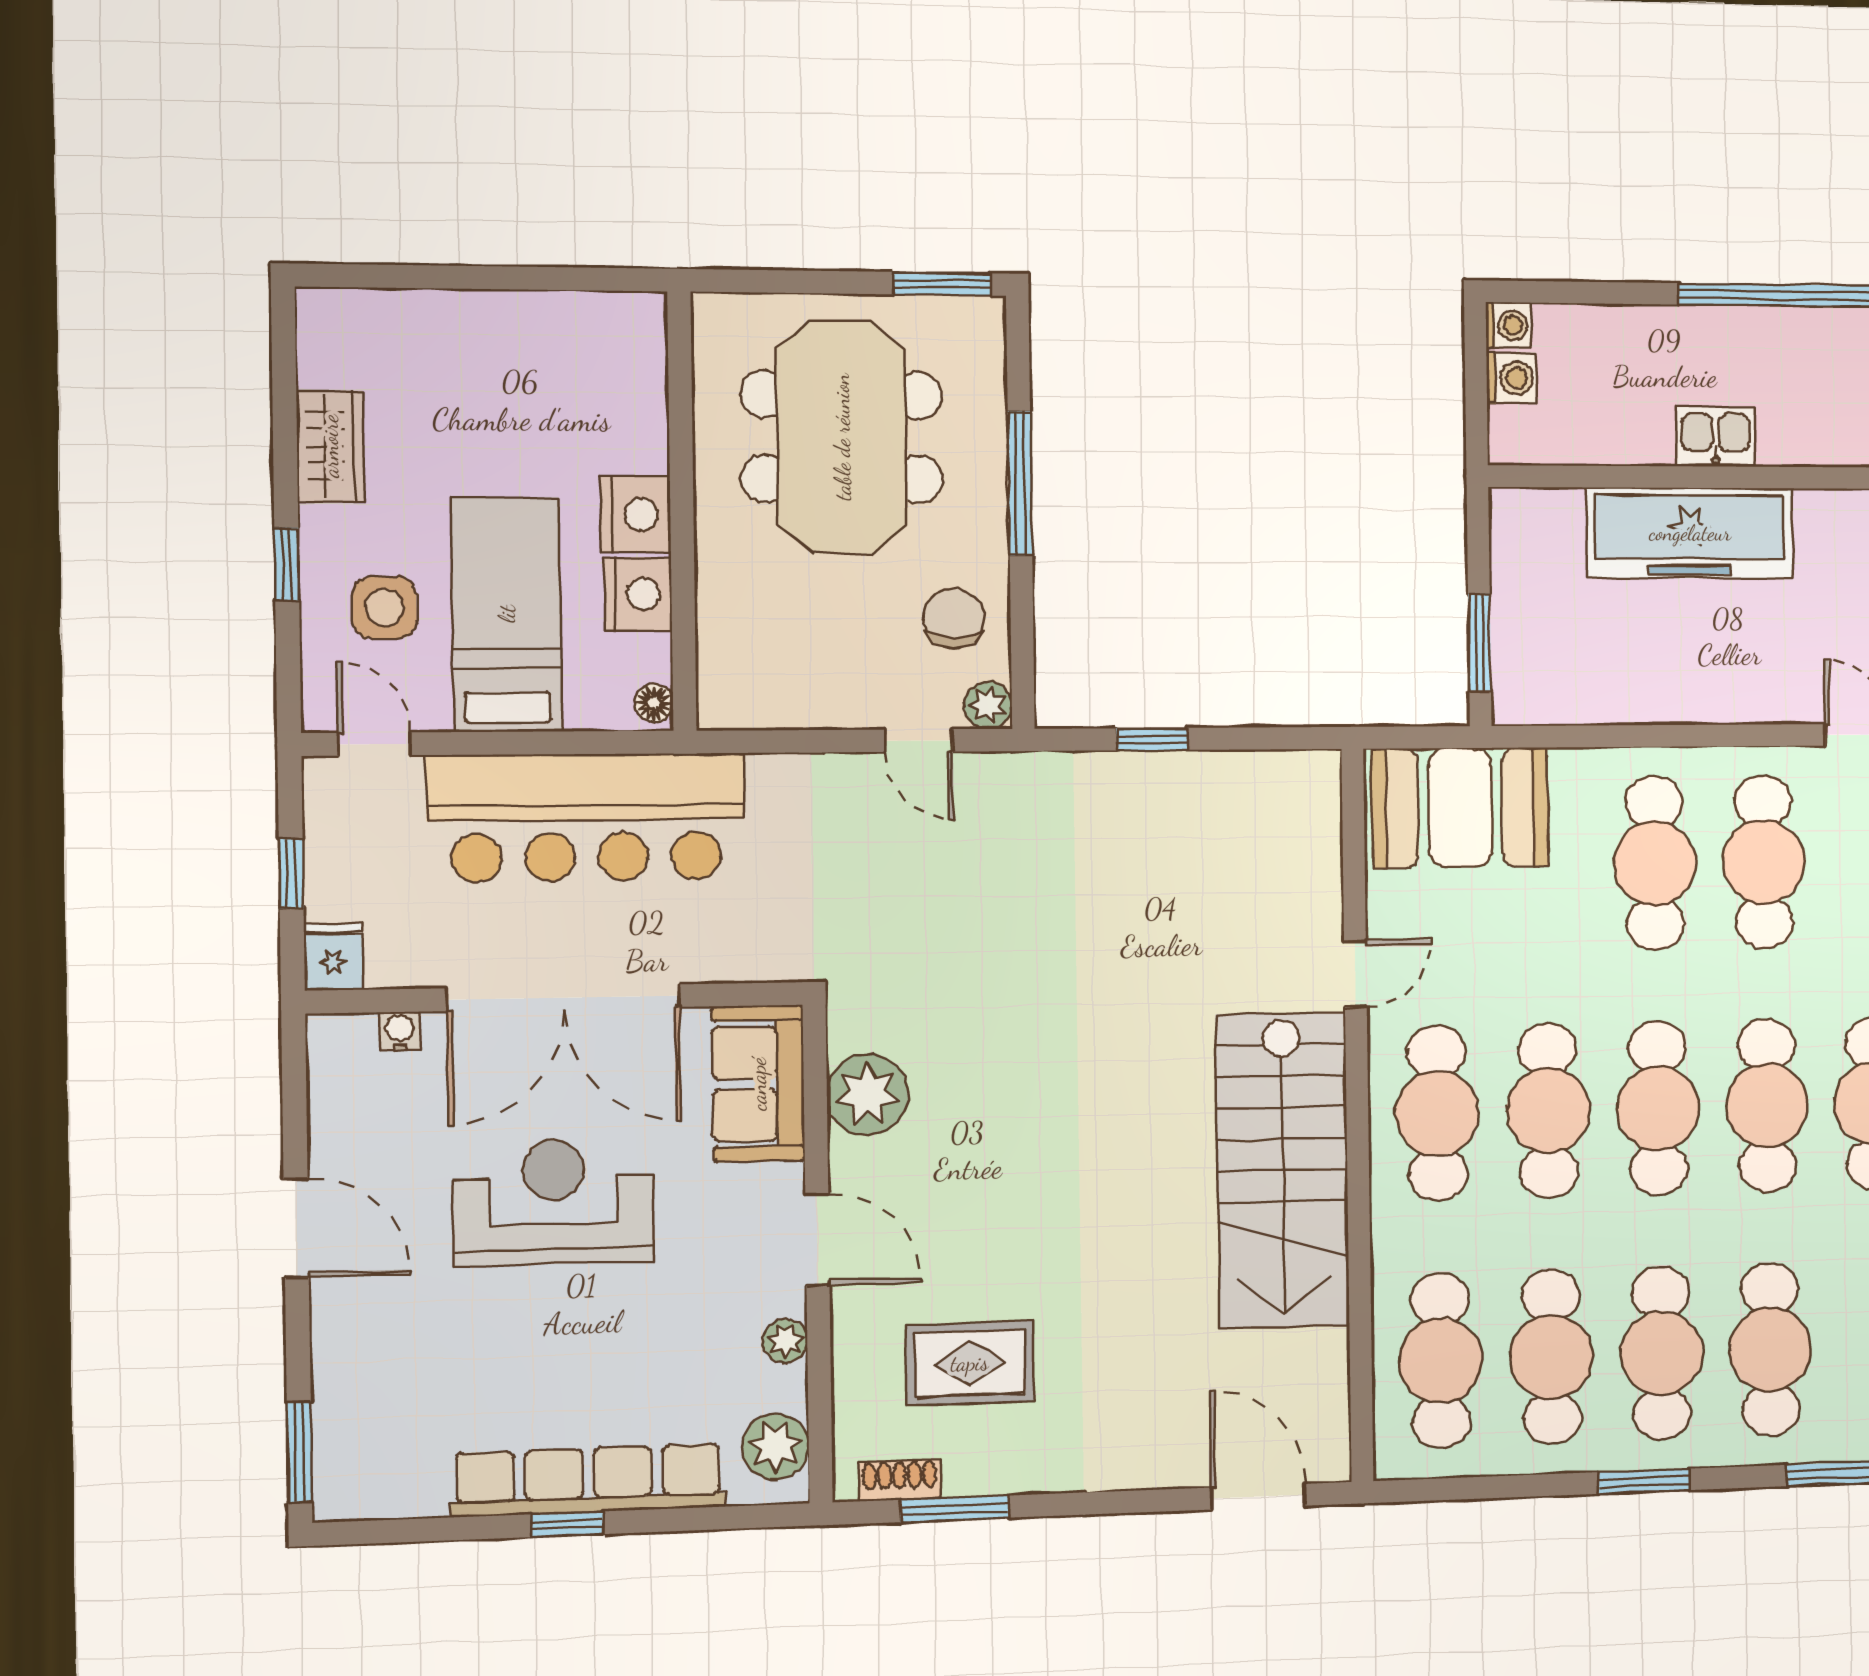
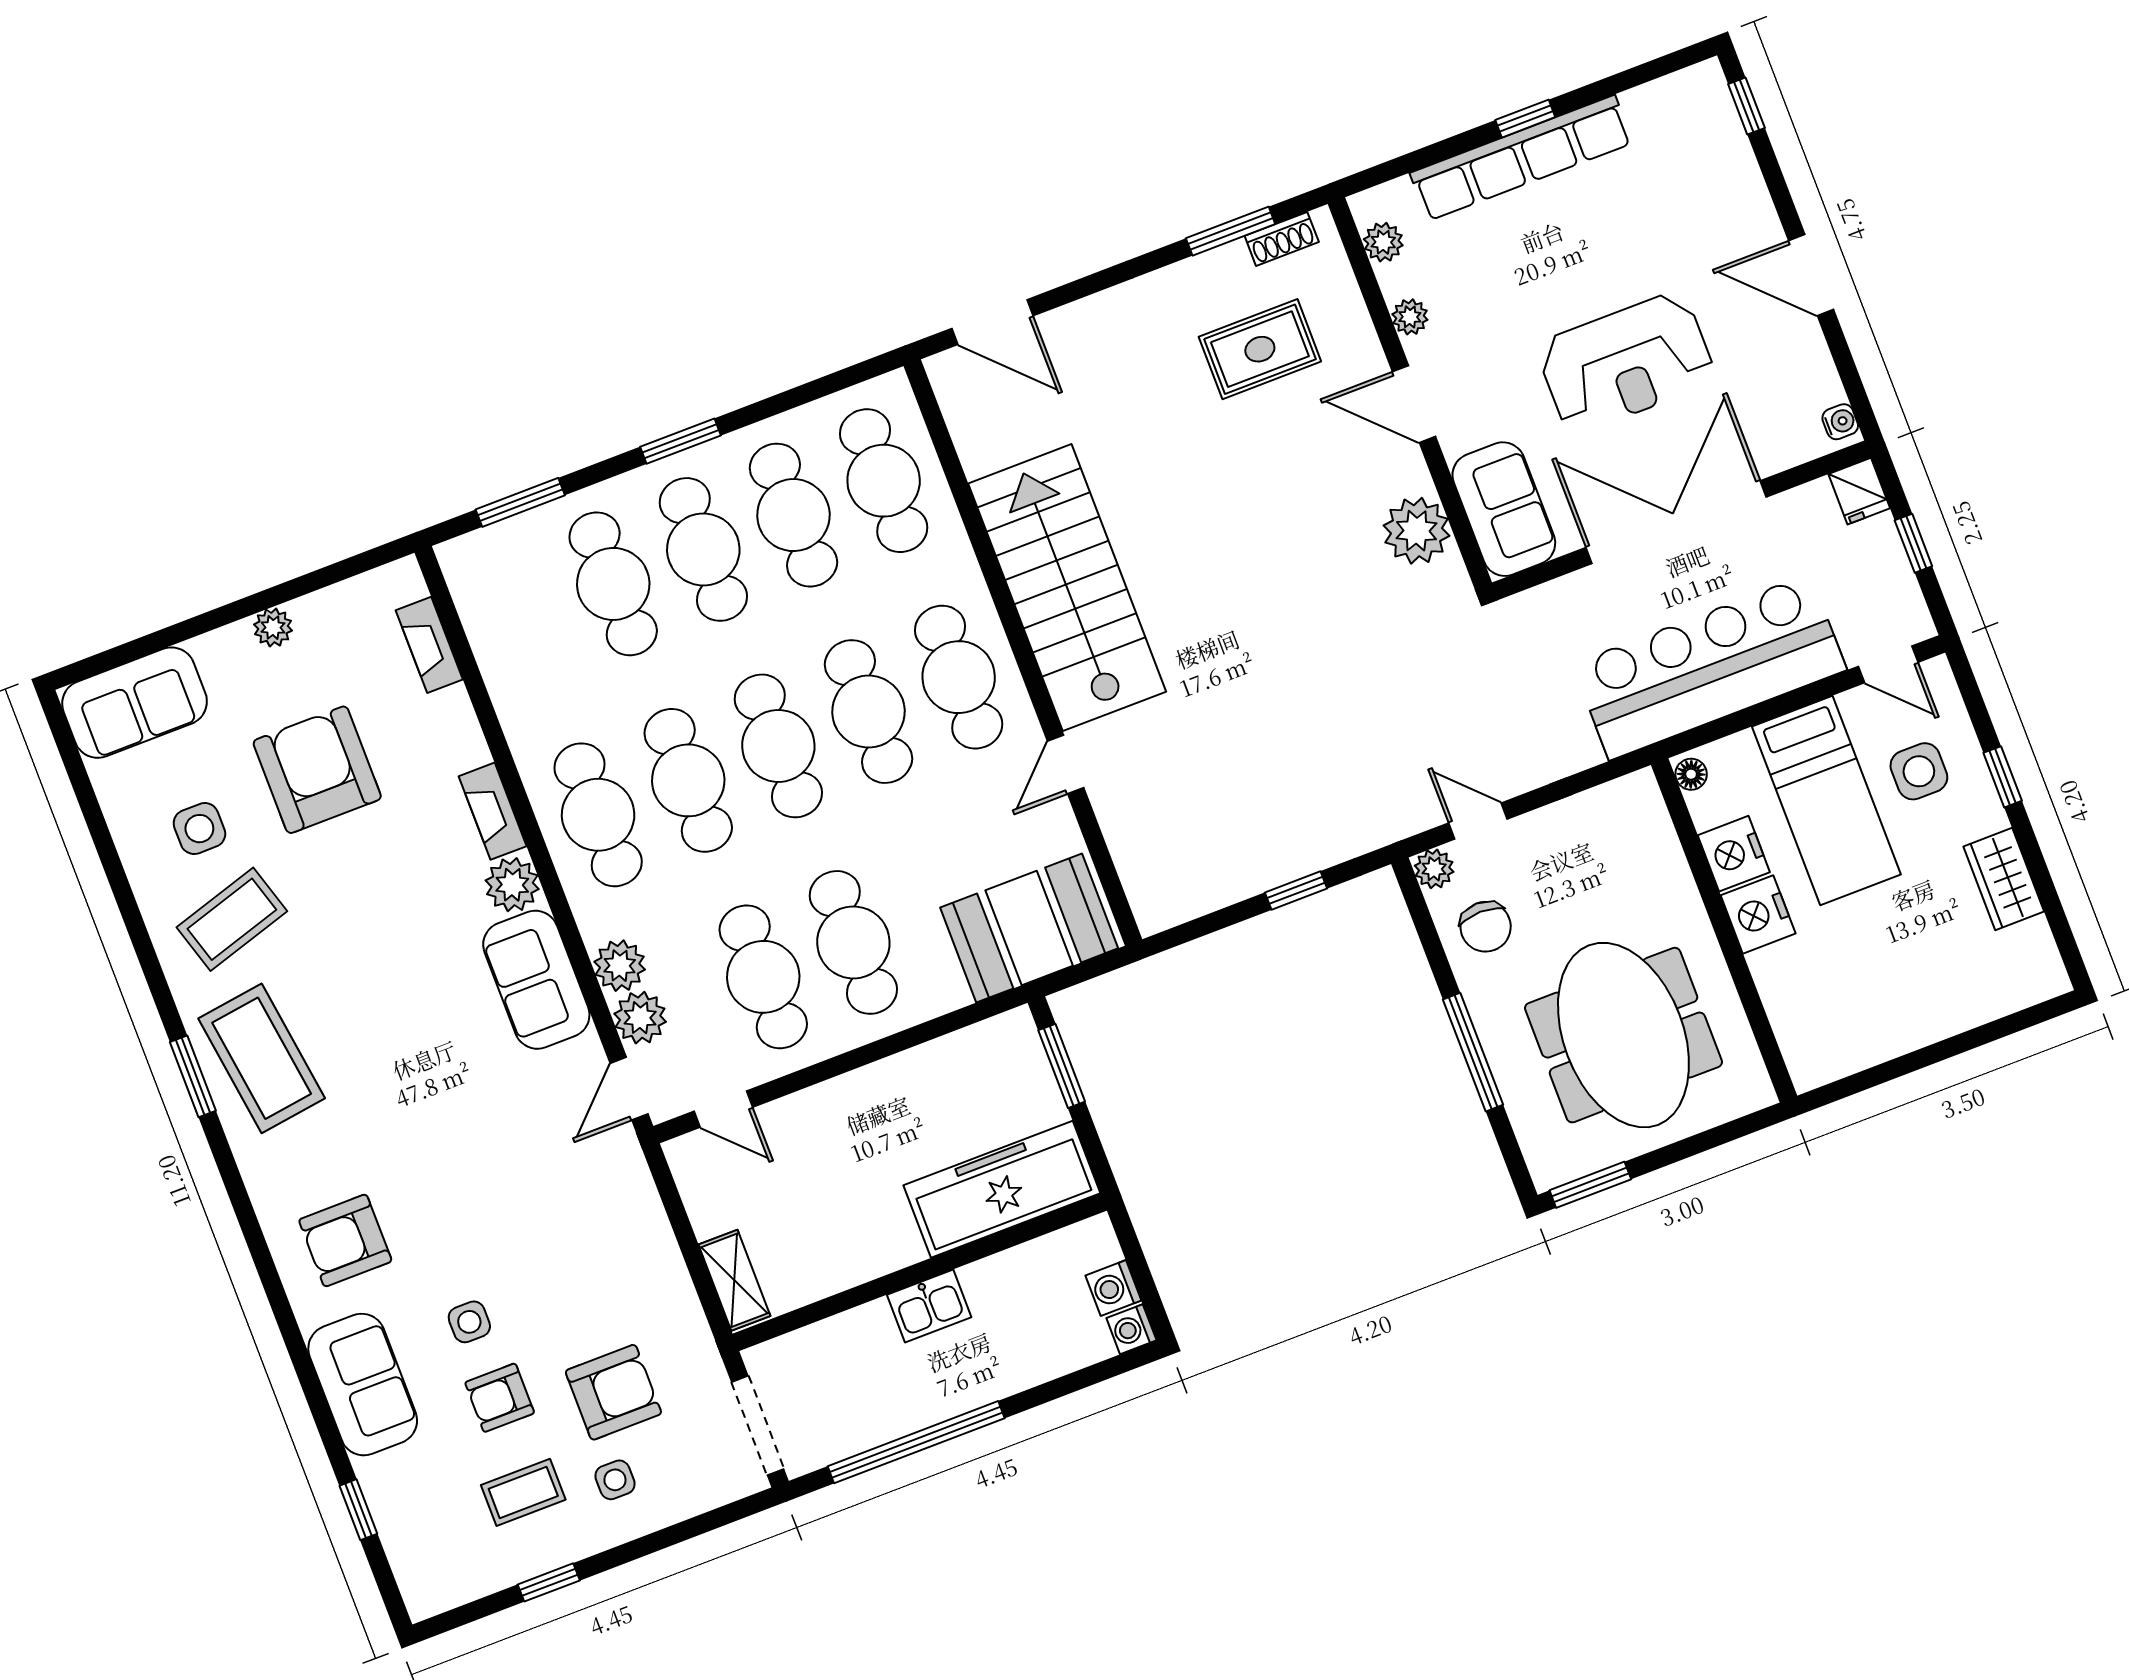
freezer: (1690, 533) -> (1002, 1189), moved
water cooler: (400, 1031) -> (1840, 422), moved, turned -90
plant: (776, 1446) -> (1383, 242), width x0.73, depth x0.73
window: (299, 1452) -> (1746, 106), width x0.67

